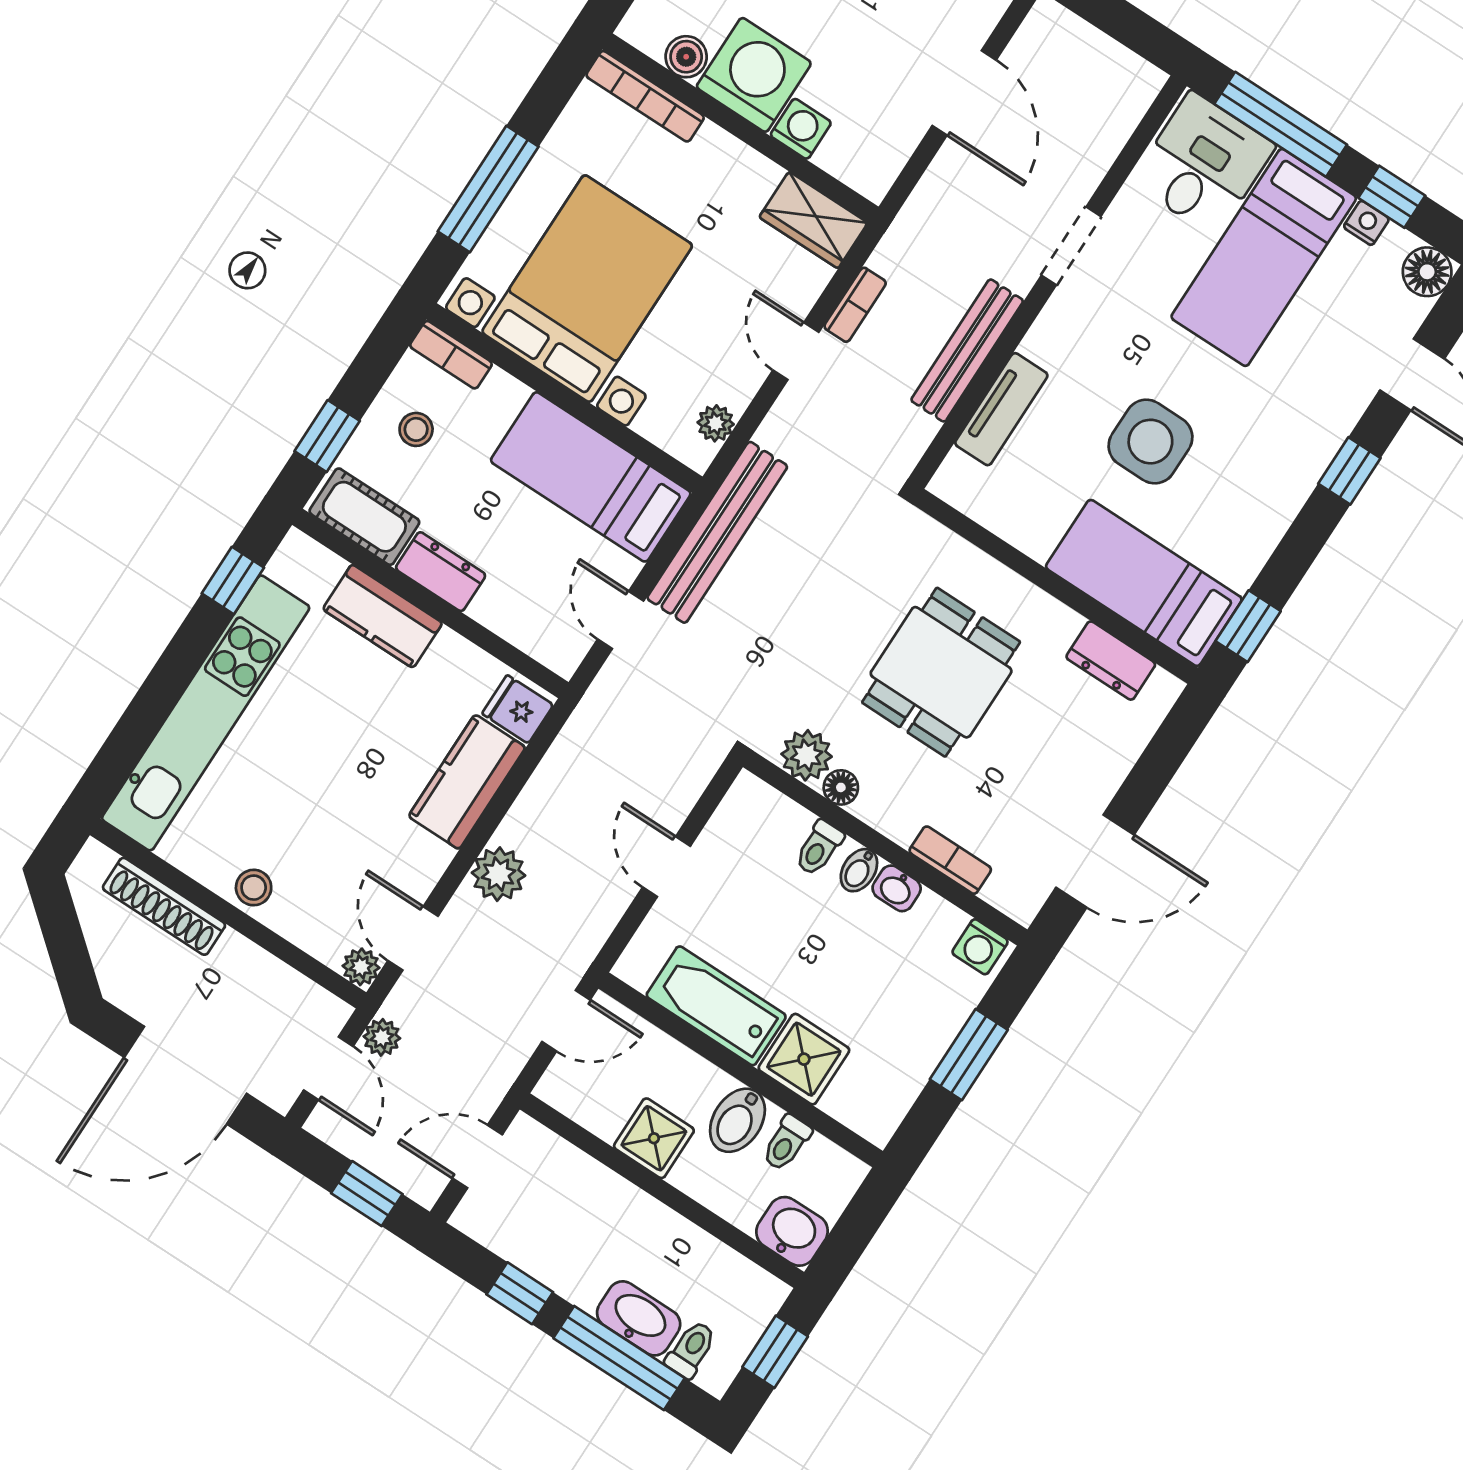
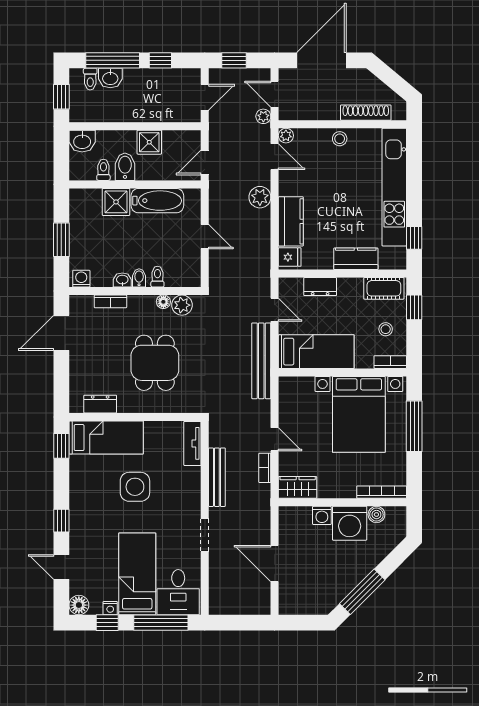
tv unit: (1001, 409) -> (192, 443), moved
plant: (716, 423) -> (286, 397), removed
dresser: (441, 572) -> (320, 287), moved
washbasin: (639, 1318) -> (110, 78), width x0.72

